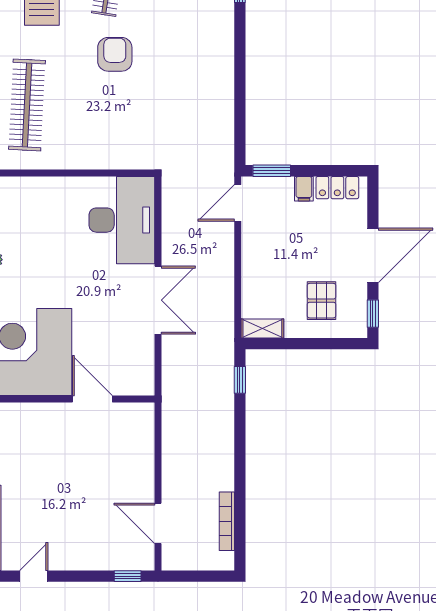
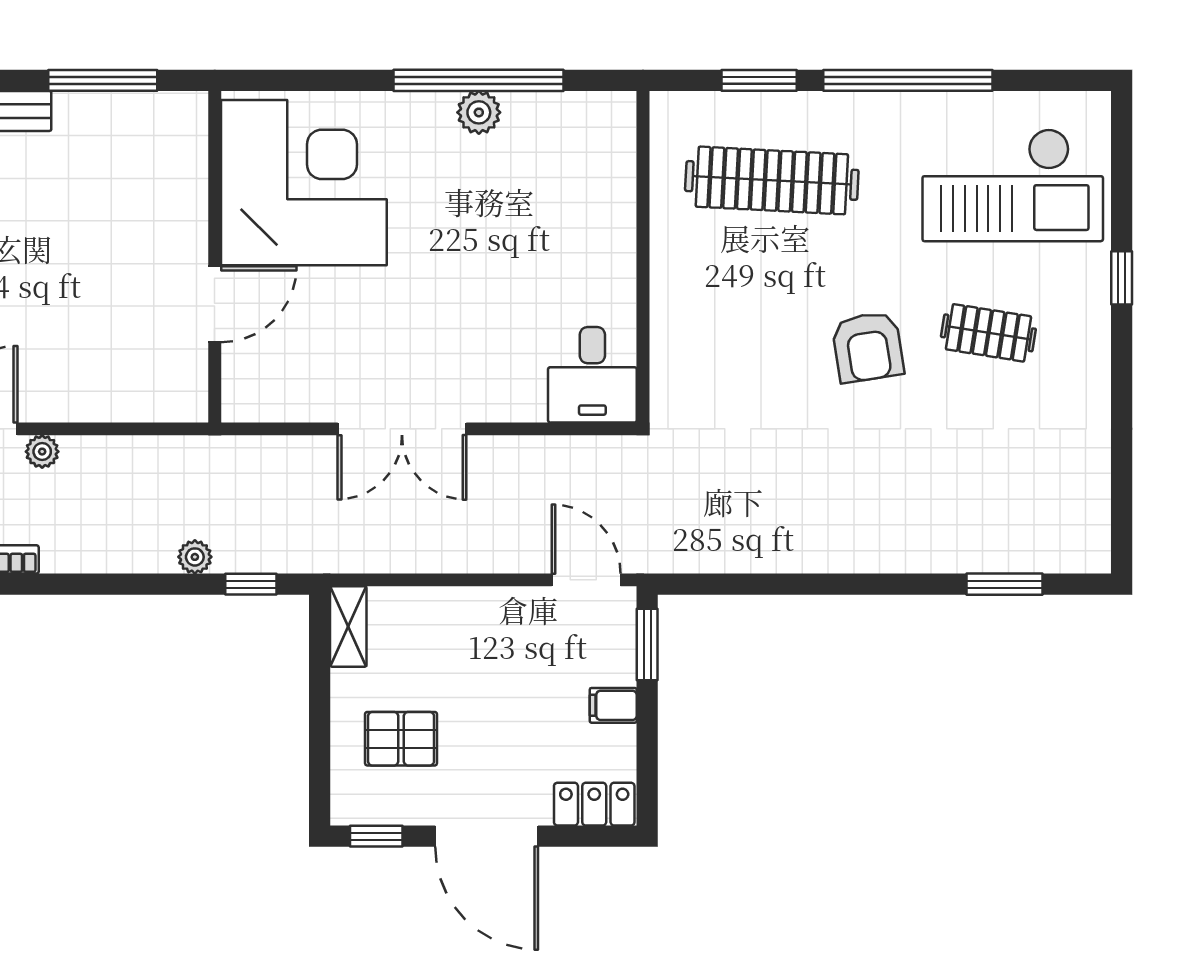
armchair: (115, 54) -> (868, 347), turned 81
locker: (337, 188) -> (594, 804), moved, turned 90
desk: (122, 220) -> (592, 375), width x0.53, depth x0.77
plant: (226, 409) -> (195, 557), added
plant: (170, 490) -> (42, 452), added

